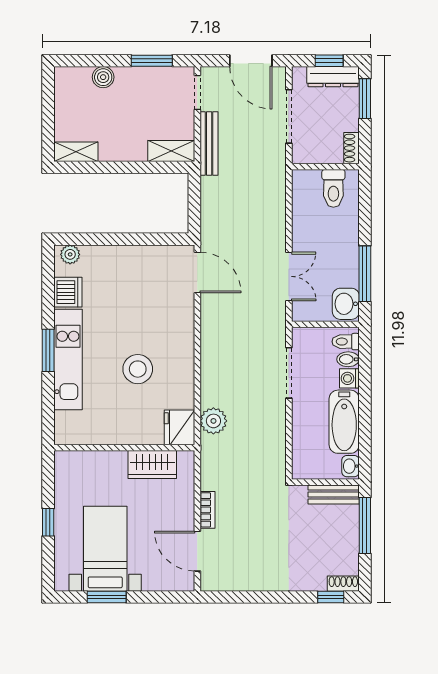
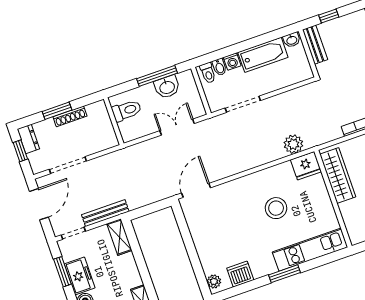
dresser: (333, 77) -> (28, 139), width x0.70
freezer: (139, 81) -> (80, 276), added
window: (365, 99) -> (57, 111), moved
shoe rack: (352, 148) -> (70, 116), width x1.43
wall: (325, 167) -> (114, 121), moved
toilet: (333, 188) -> (127, 110), moved
washbasin: (346, 304) -> (167, 87), moved
kitchen unit: (68, 359) -> (310, 250), moved
wardrobe: (152, 465) -> (338, 176), width x1.50
window: (365, 526) -> (329, 16), width x0.46

